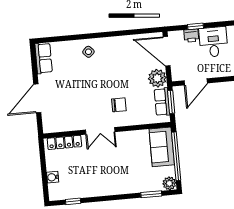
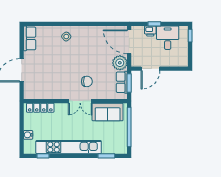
double door: (100, 131) -> (80, 101), moved
sofa: (162, 147) -> (108, 112), moved, turned -90
plant: (169, 183) -> (122, 148), removed
kitchen unit: (104, 188) -> (69, 147), added

